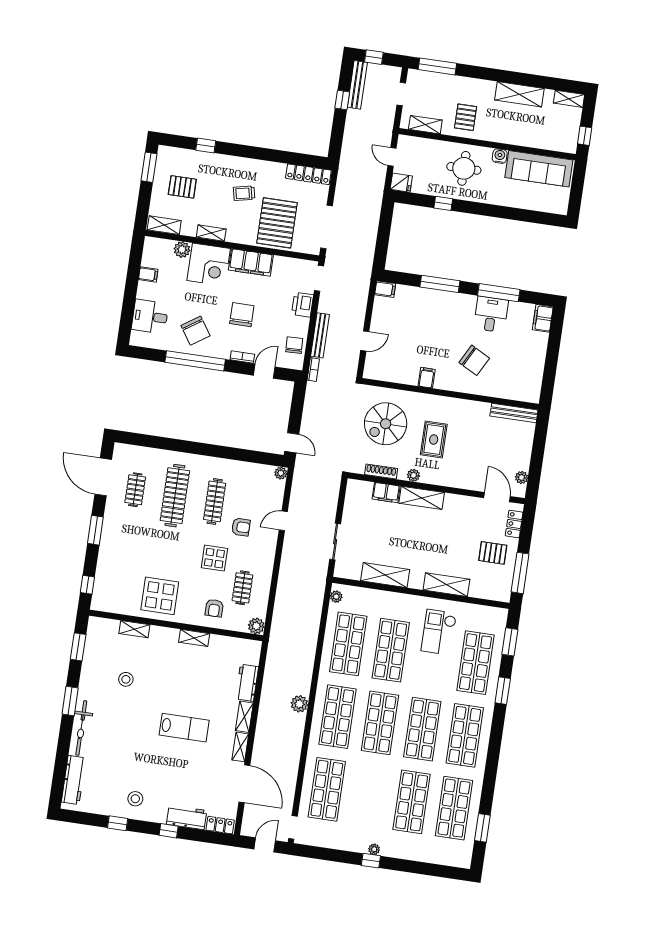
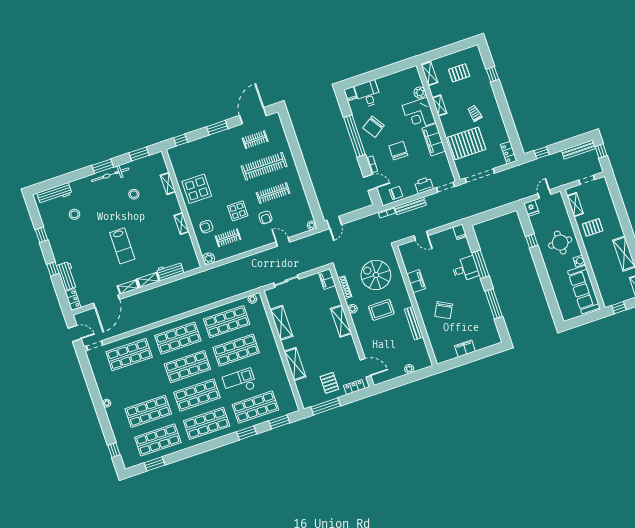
window: (437, 66) -> (615, 194), removed
window: (342, 100) -> (542, 153), moved
window: (149, 167) -> (461, 46), removed
locker: (308, 174) -> (509, 153), width x0.66
pallet: (182, 187) -> (459, 73), turned 90
filing cabinet: (148, 274) -> (351, 94), moved
desk: (491, 314) -> (465, 269), moved
chair: (242, 315) -> (398, 151), turned -90
filing cabinet: (543, 318) -> (465, 349), moved
filing cabinet: (427, 378) -> (416, 281), width x2.00
bench: (514, 413) -> (414, 323), moved
plant: (522, 478) -> (409, 369), moved
filing cabinet: (386, 493) -> (327, 279), moved
door: (497, 497) -> (366, 368), hinge flipped
checkout: (439, 632) -> (240, 382), moved
plant: (299, 704) -> (174, 310), removed
bicycle: (81, 728) -> (110, 175), moved
stool: (135, 799) -> (74, 214), moved
window: (371, 861) -> (114, 450), moved

